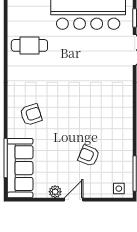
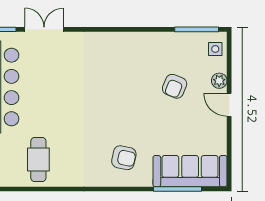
armchair: (31, 115) -> (124, 158), turned 120
plant: (55, 192) -> (219, 81), moved

